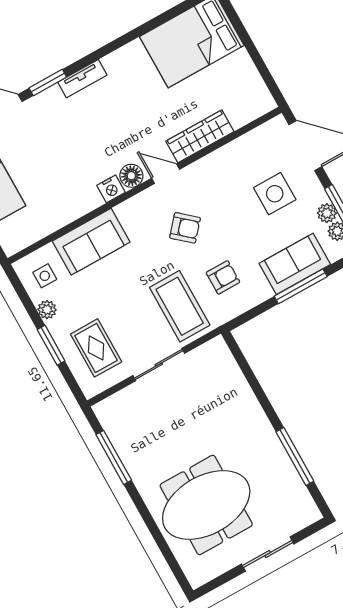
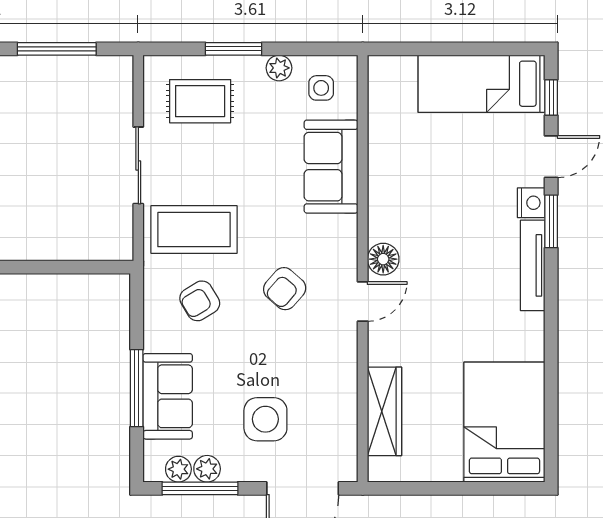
tv unit: (82, 79) -> (533, 265), width x1.41
wardrobe: (200, 136) -> (384, 411), moved
nightstand: (111, 189) -> (531, 203), moved, turned 180
armchair: (223, 277) -> (200, 301), turned 59

